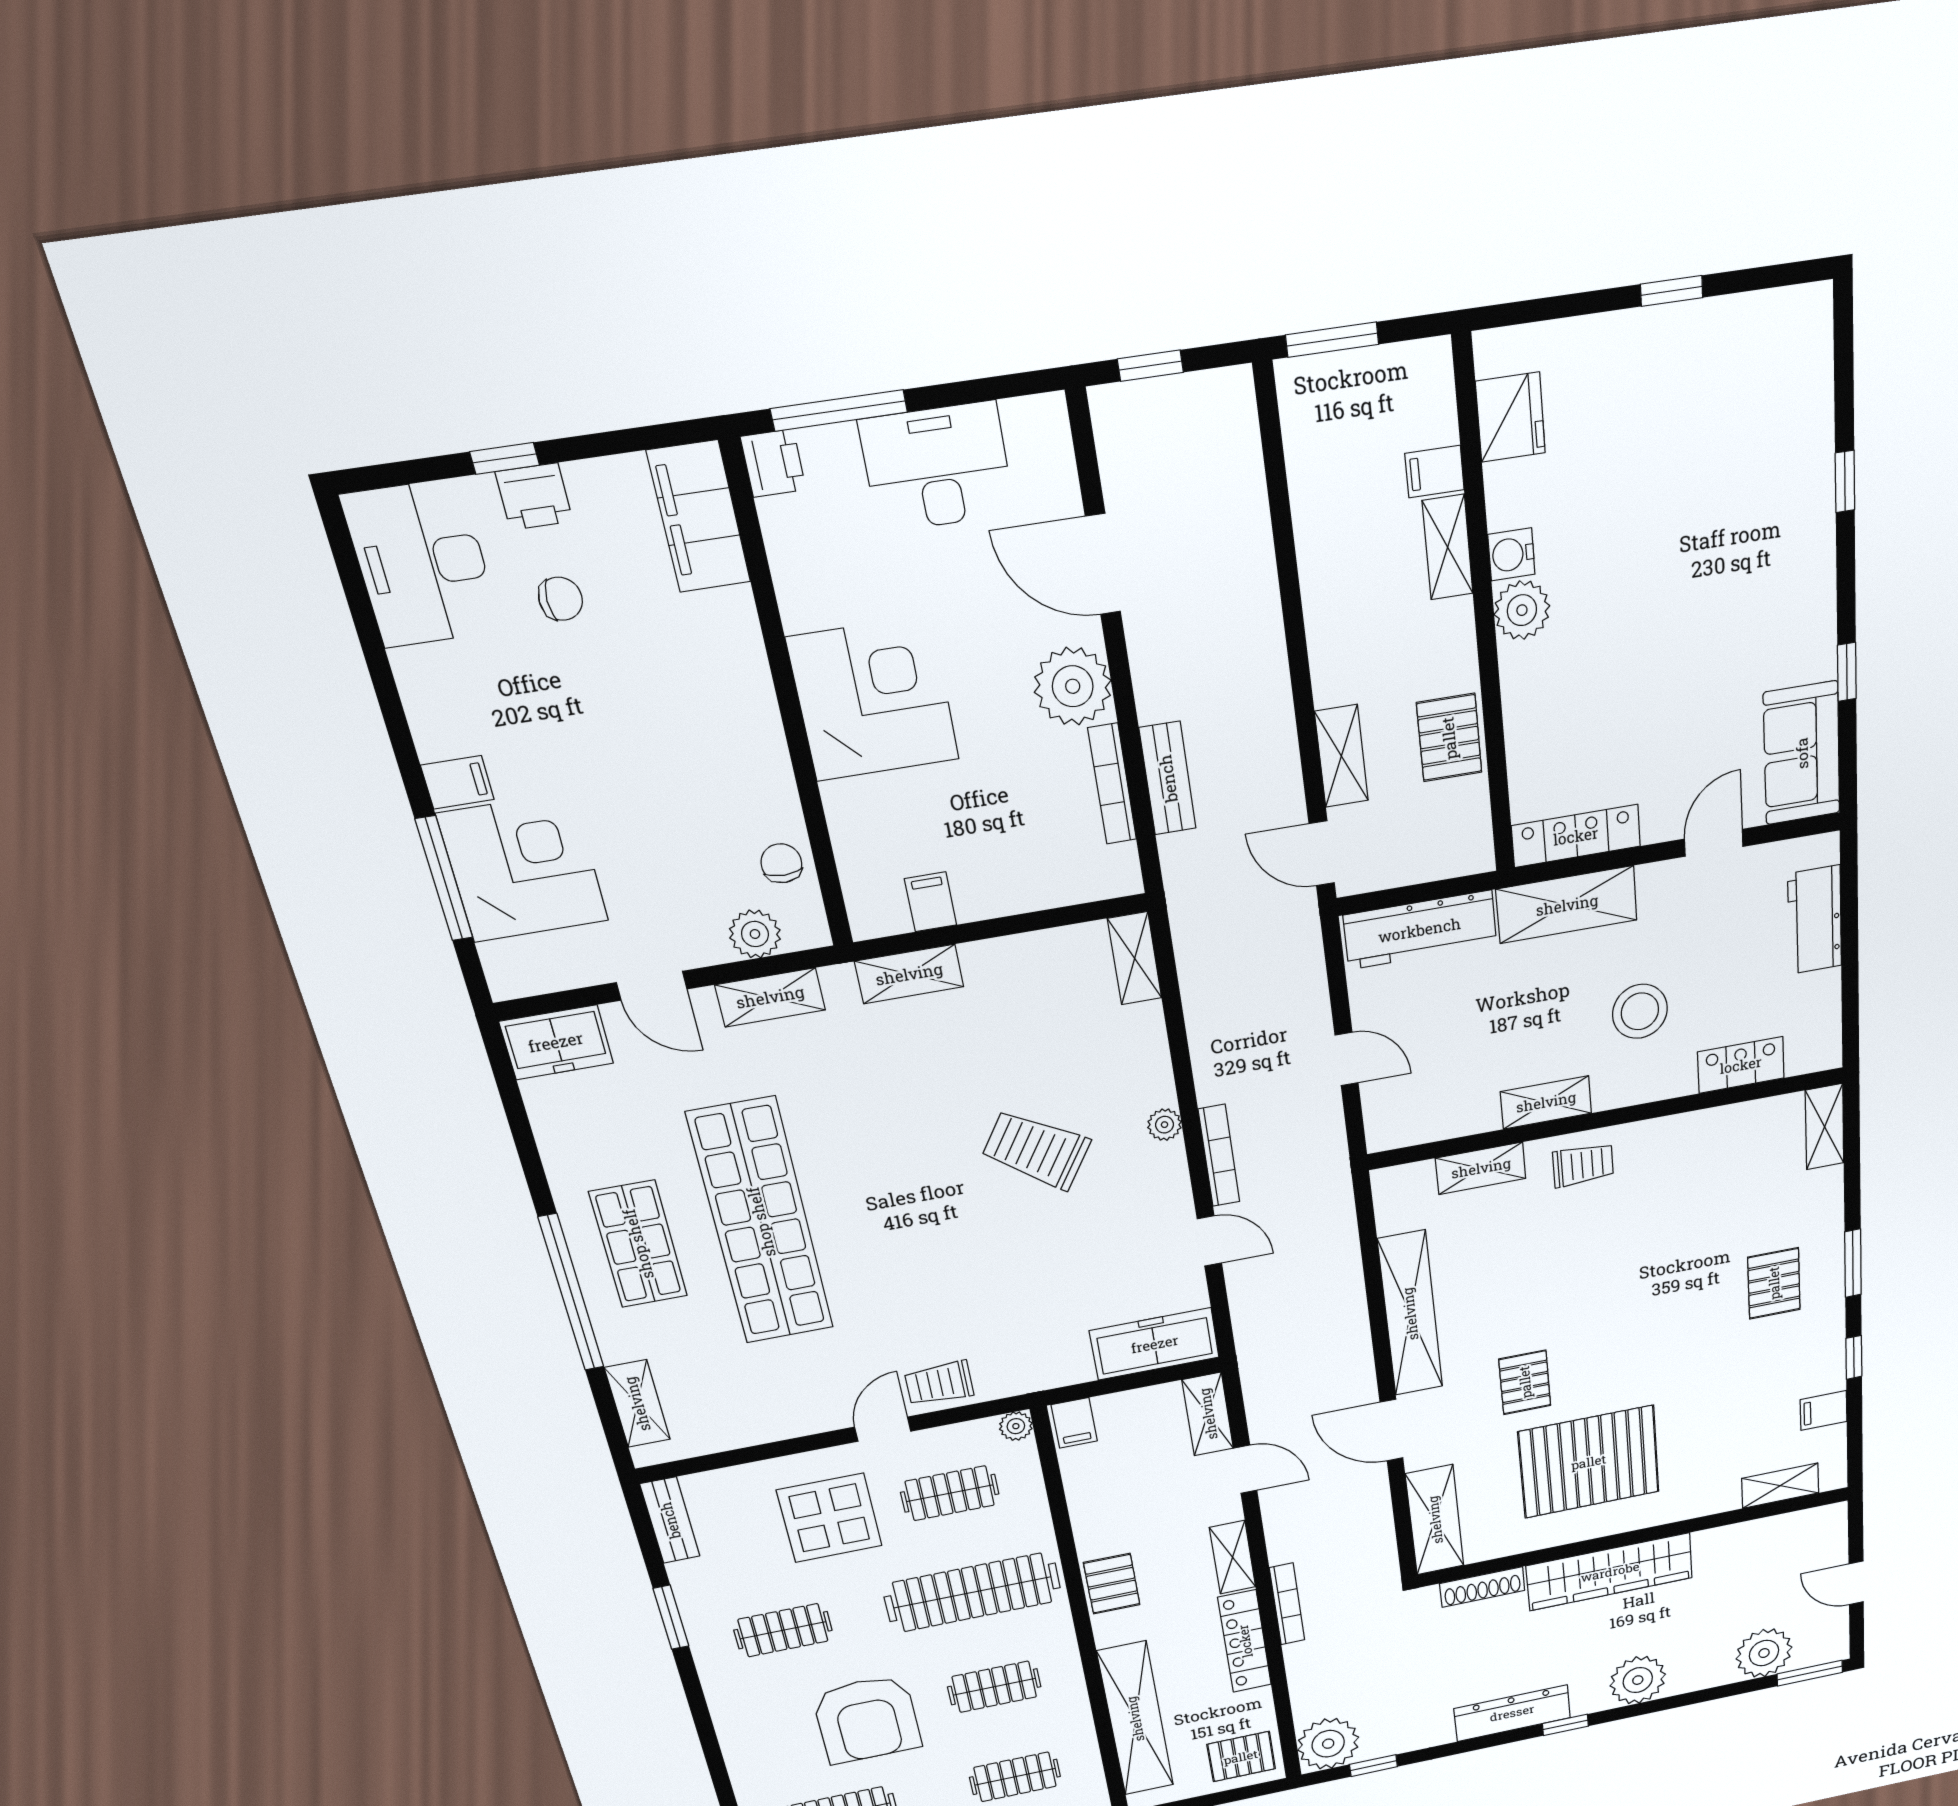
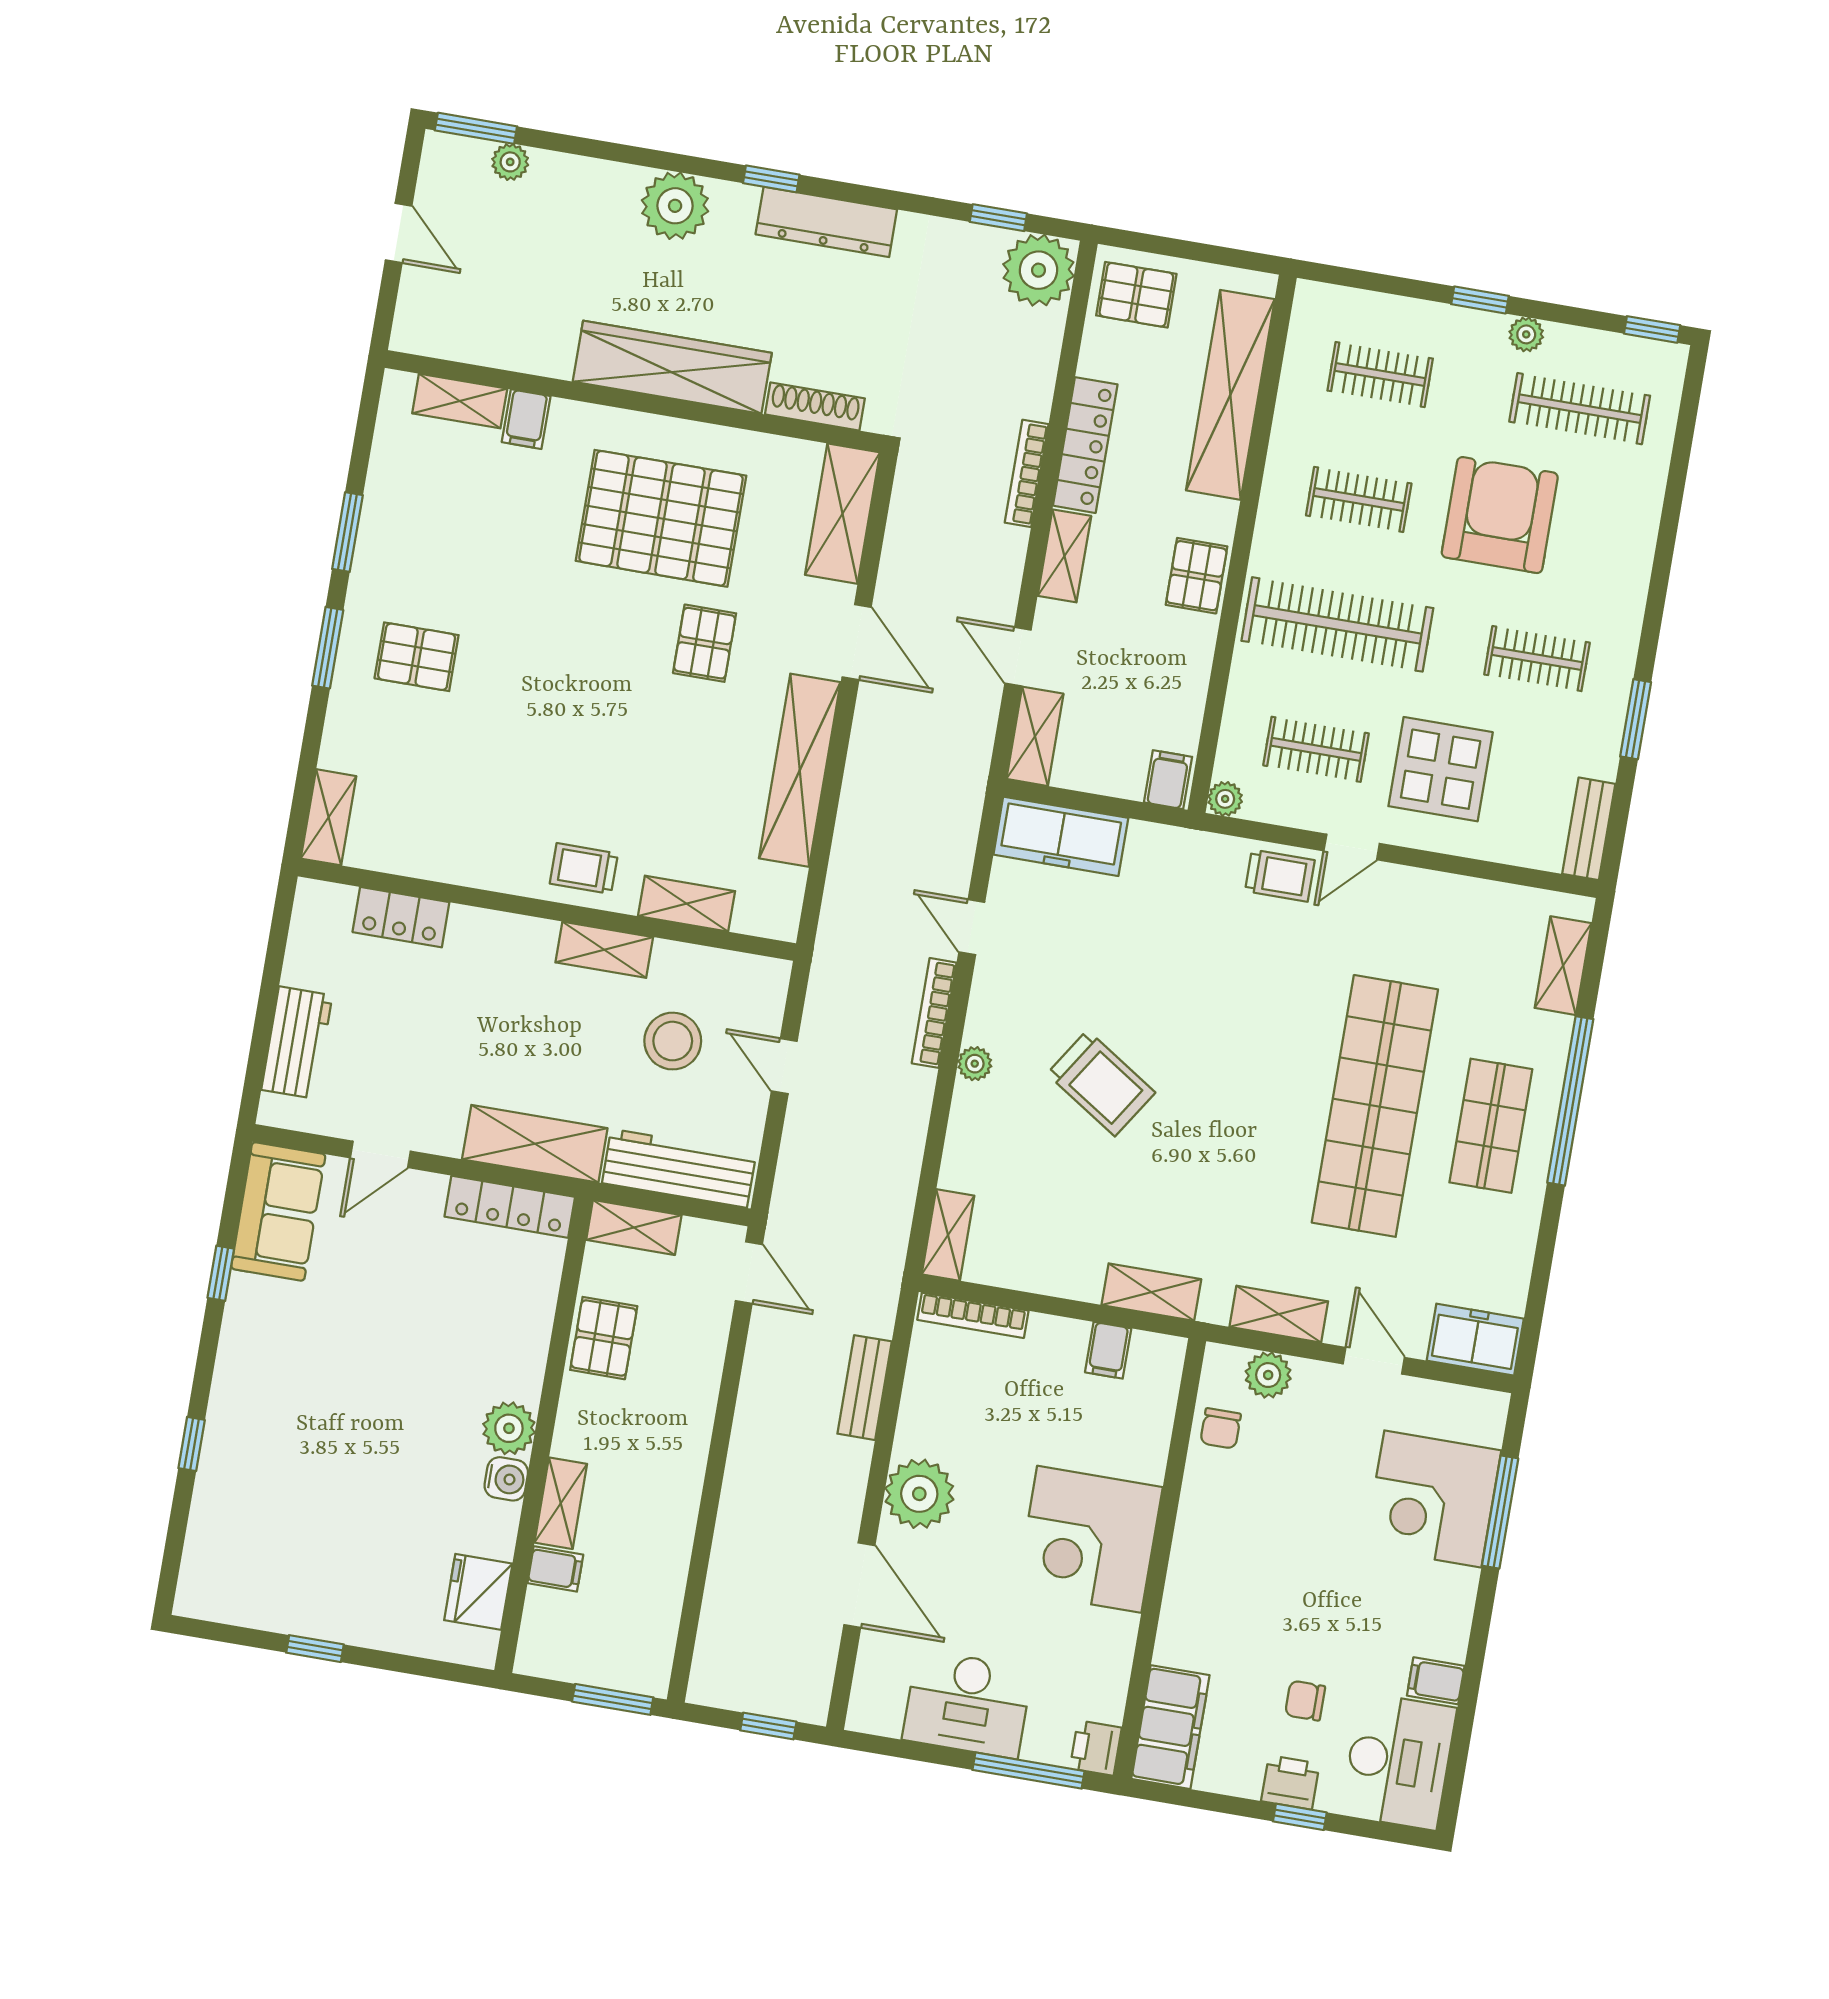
shelving: (1341, 756) -> (634, 1227), moved, turned 90
filing cabinet: (457, 782) -> (1436, 1681), moved
bookcase: (1112, 784) -> (973, 1315), moved, turned 90
stool: (1640, 1011) -> (673, 1041), moved
pallet: (1774, 1283) -> (417, 657), turned 90
window: (1854, 1357) -> (347, 532), width x1.50
filing cabinet: (1824, 1410) -> (526, 419), moved, turned 90
plant: (1764, 1653) -> (510, 162), width x0.53, depth x0.53

